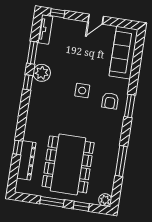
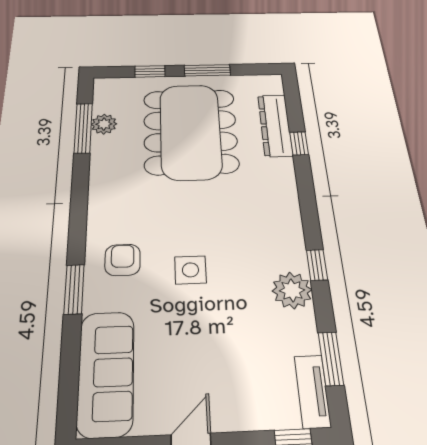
window: (32, 53) -> (331, 359), moved
window: (130, 106) -> (74, 289), moved
window: (121, 161) -> (83, 128), moved
plant: (105, 200) -> (104, 124), moved

